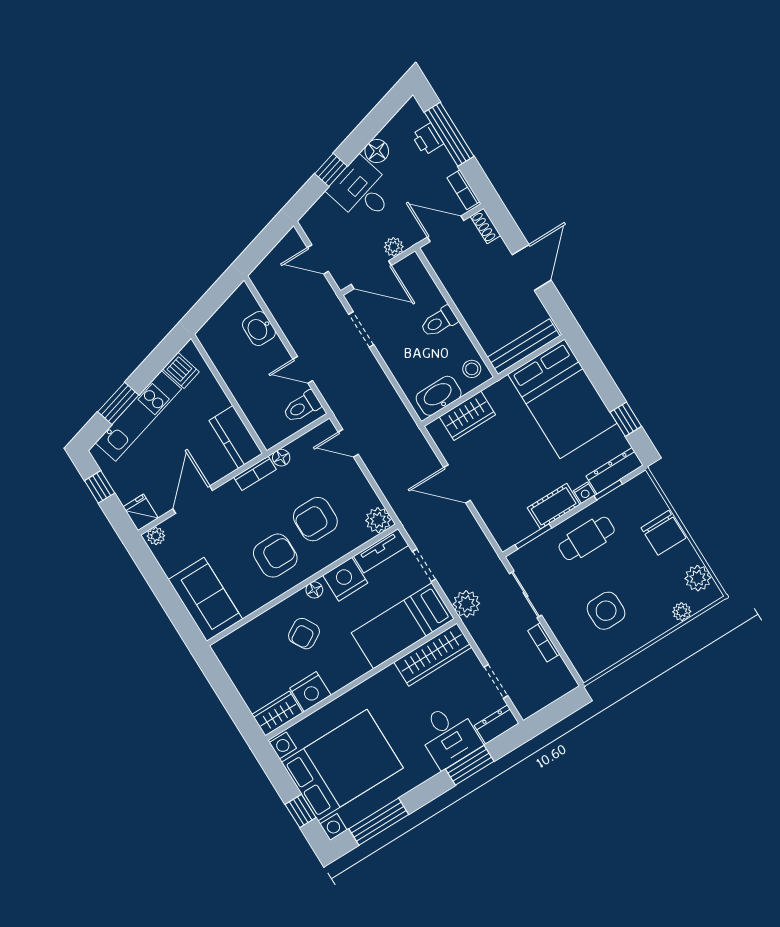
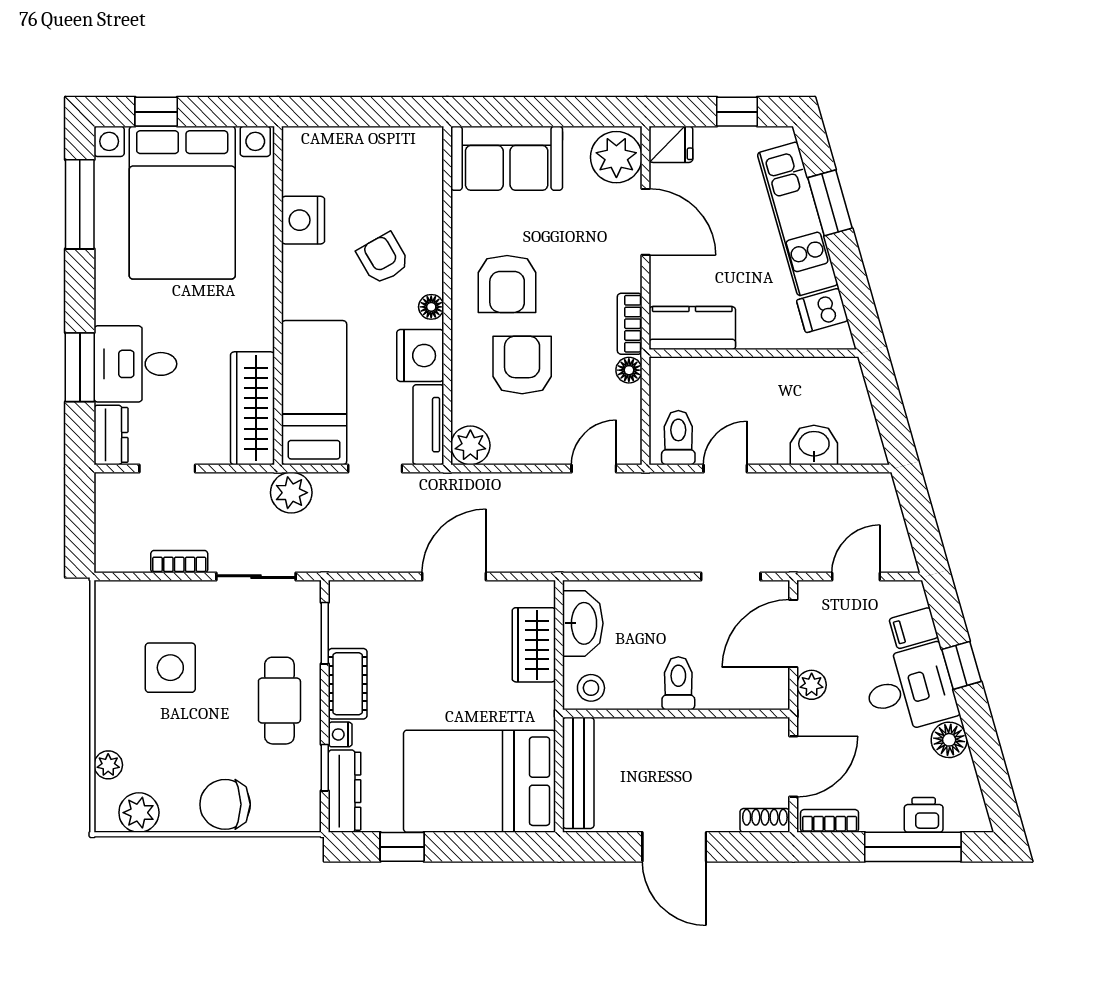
filing cabinet: (327, 209) -> (914, 628), added
plant: (156, 536) -> (616, 157), width x1.87, depth x1.87
wardrobe: (277, 714) -> (301, 160), removed

